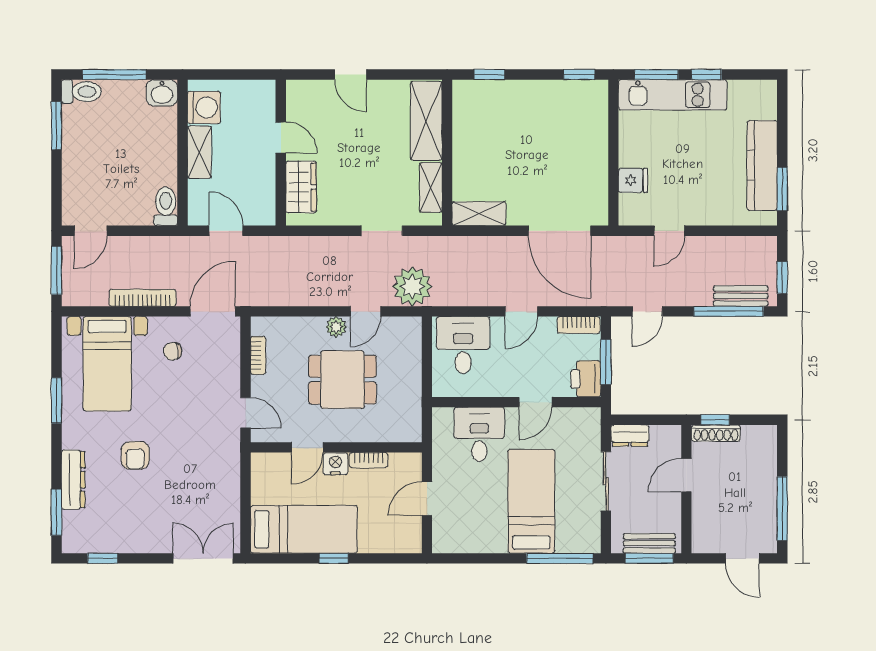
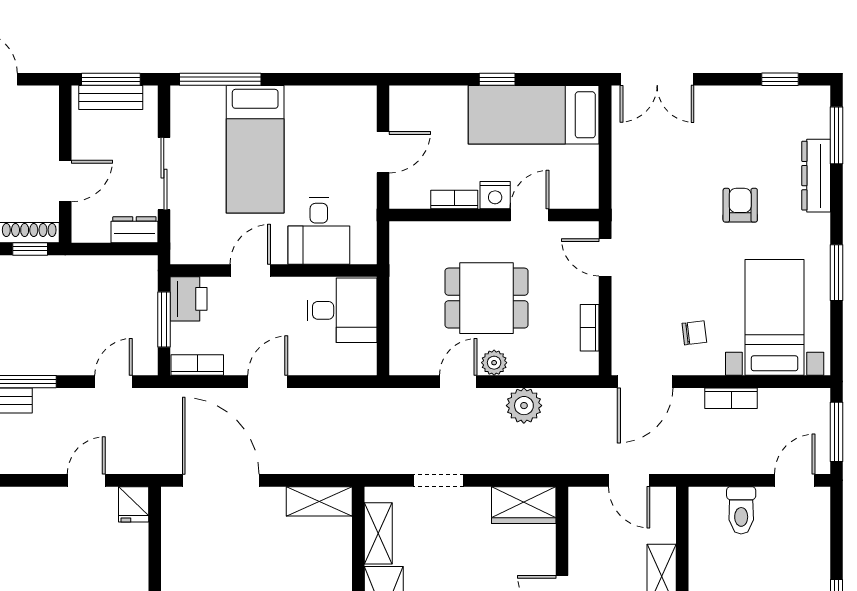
fridge: (633, 180) -> (134, 504), moved, turned -90
wardrobe: (301, 187) -> (524, 505), moved, turned -90
toilet: (166, 206) -> (741, 510), moved
plant: (412, 287) -> (524, 406), moved, width x0.73, depth x0.73
bookcase: (143, 298) -> (731, 398), width x0.64
desk: (463, 345) -> (342, 310), moved, turned -90

